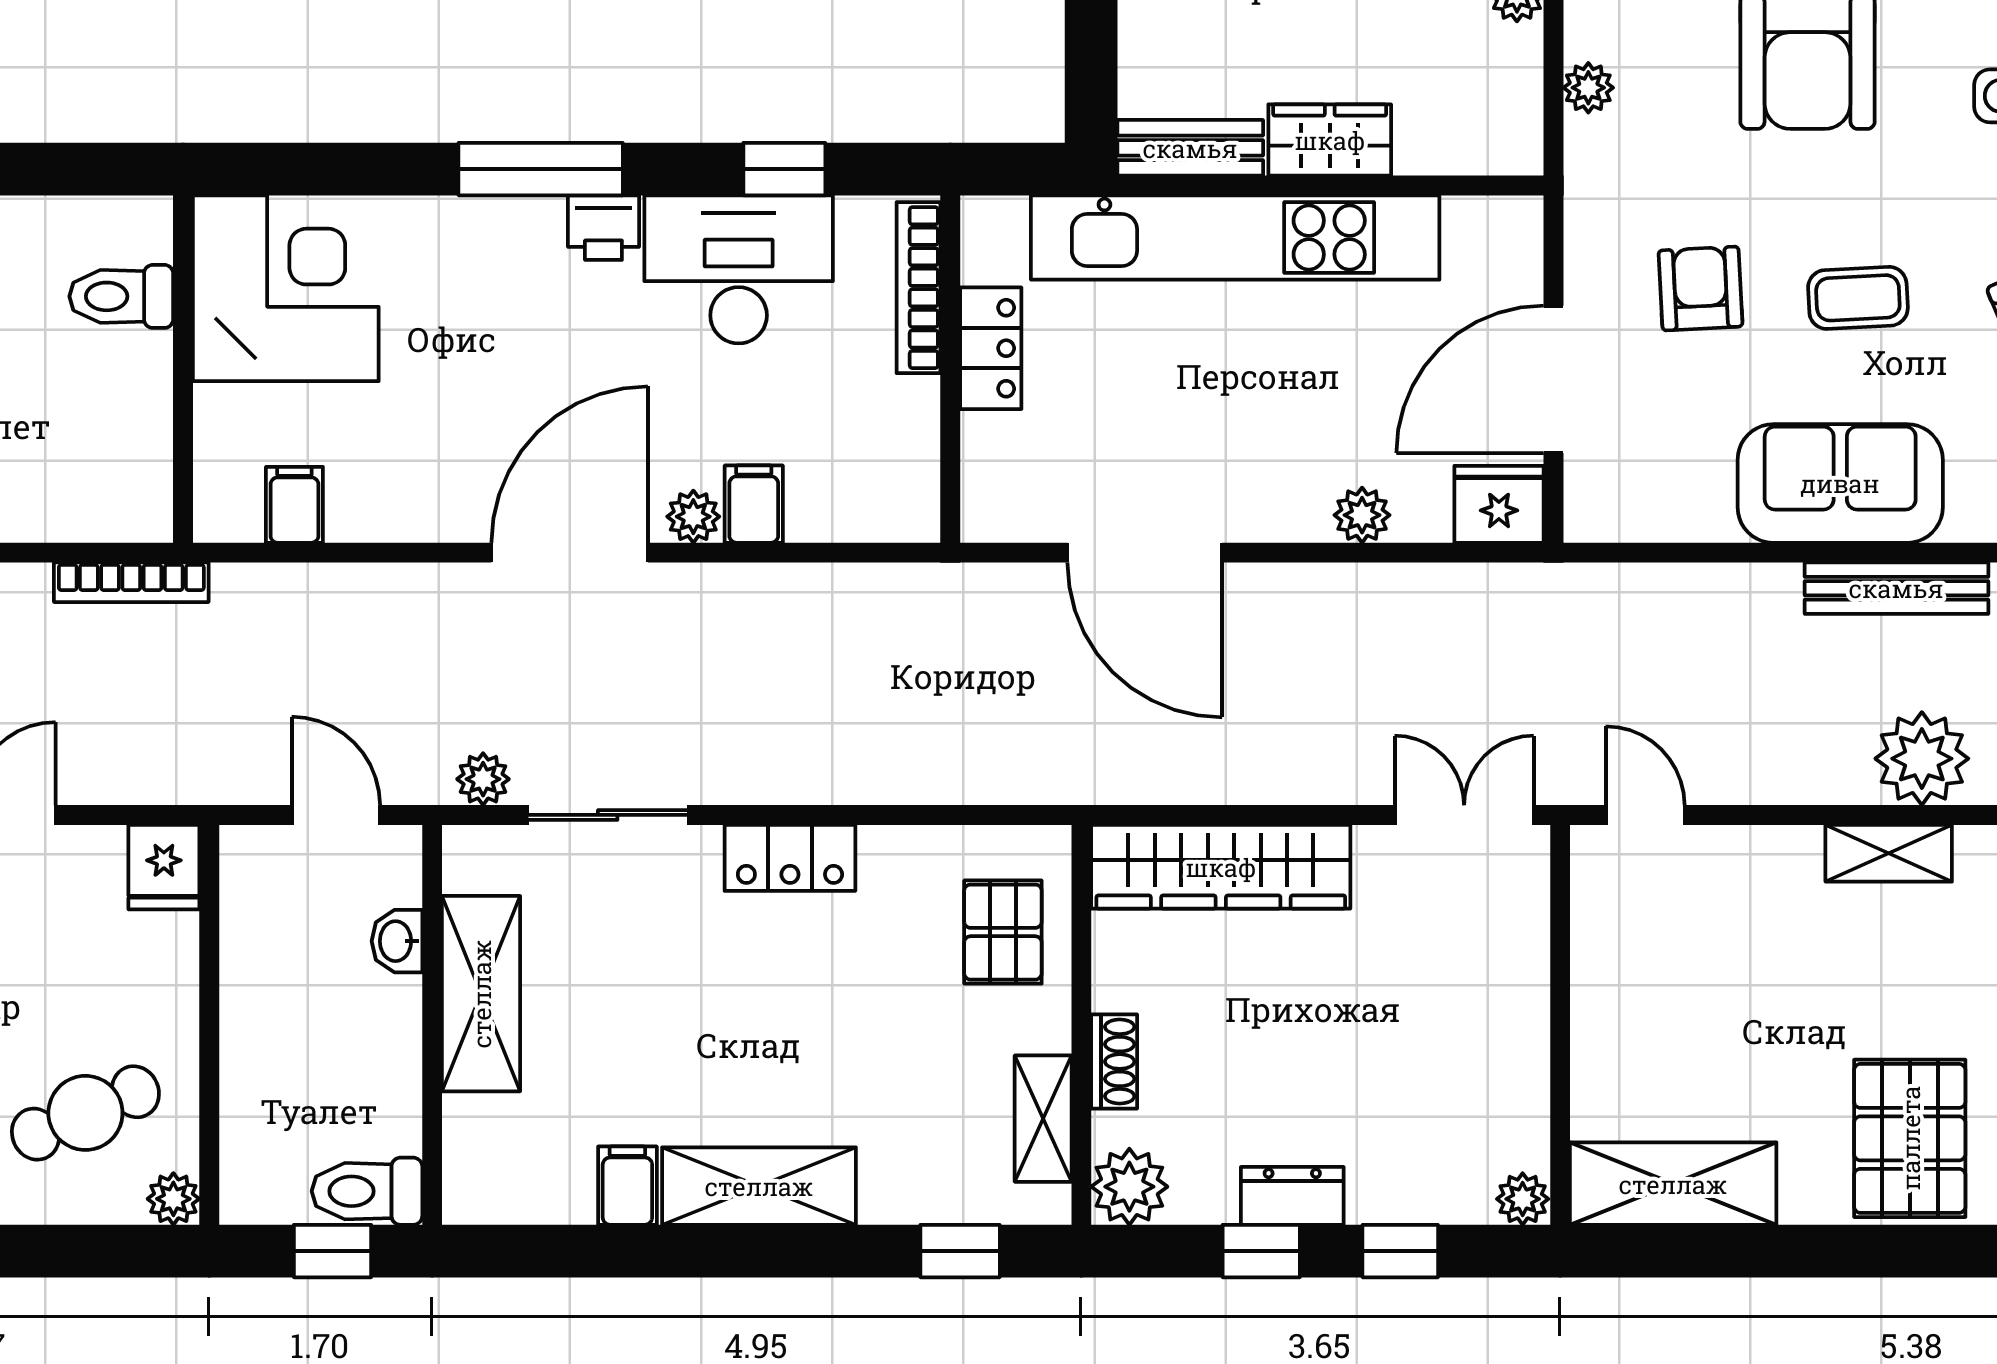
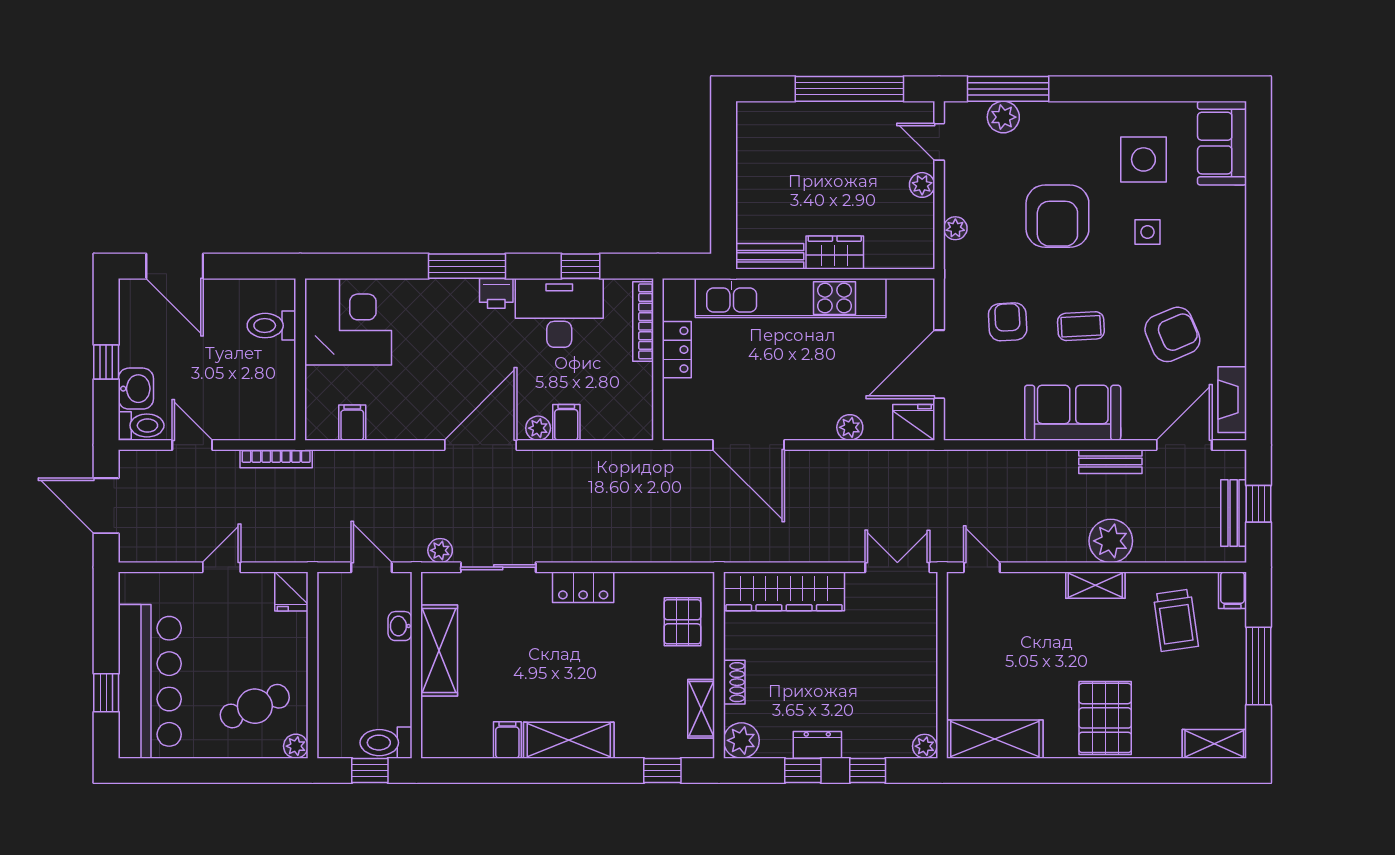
bench: (1896, 588) -> (1110, 462), width x0.73

